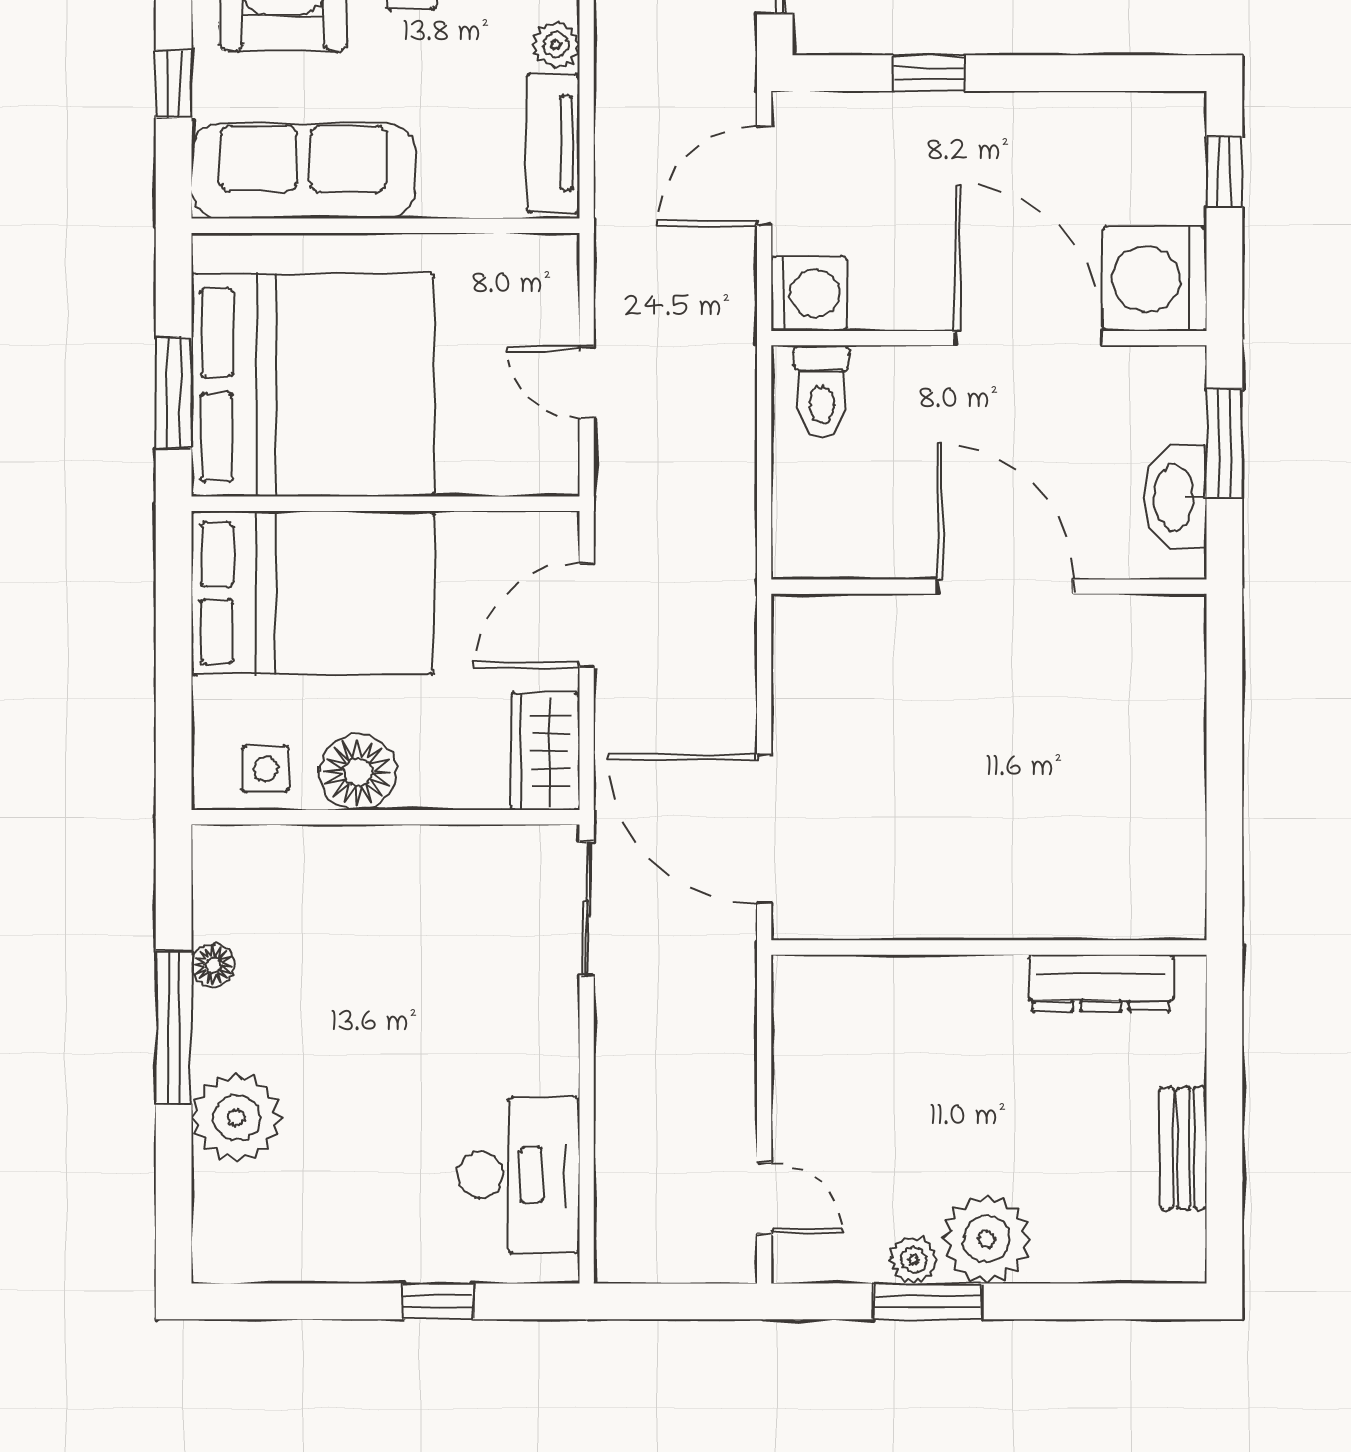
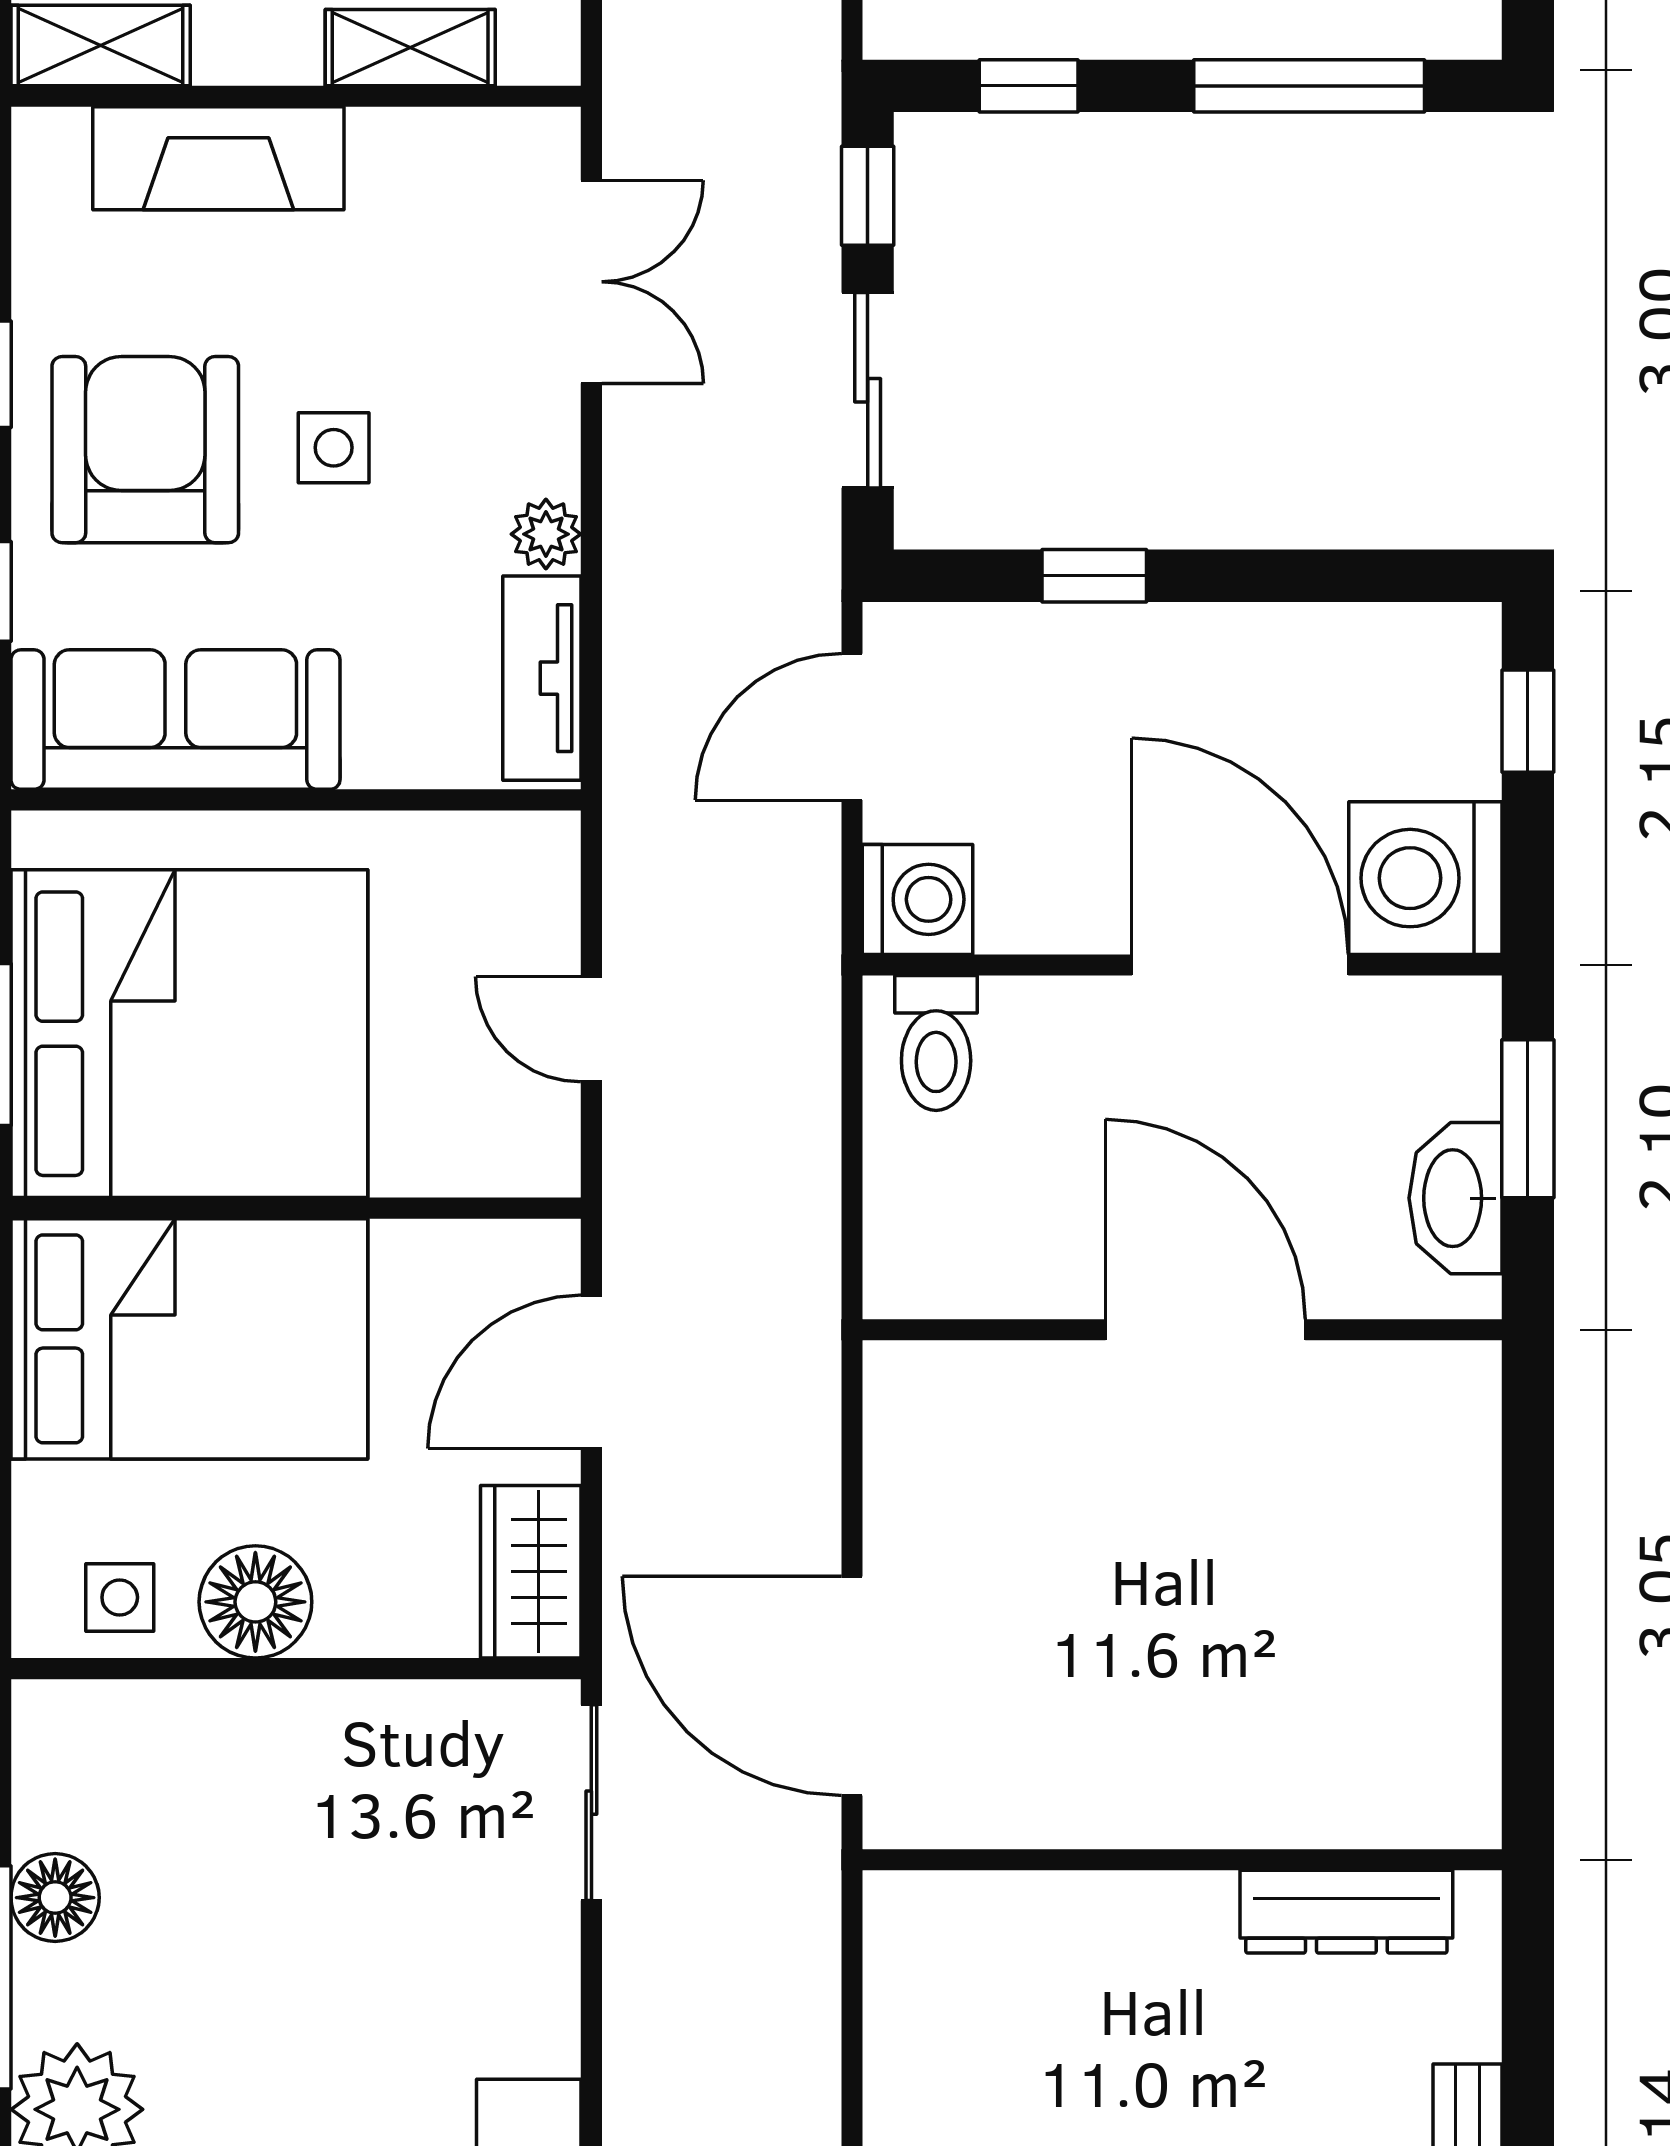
floor lamp: (213, 965) -> (55, 1898), width x1.37, depth x1.37

